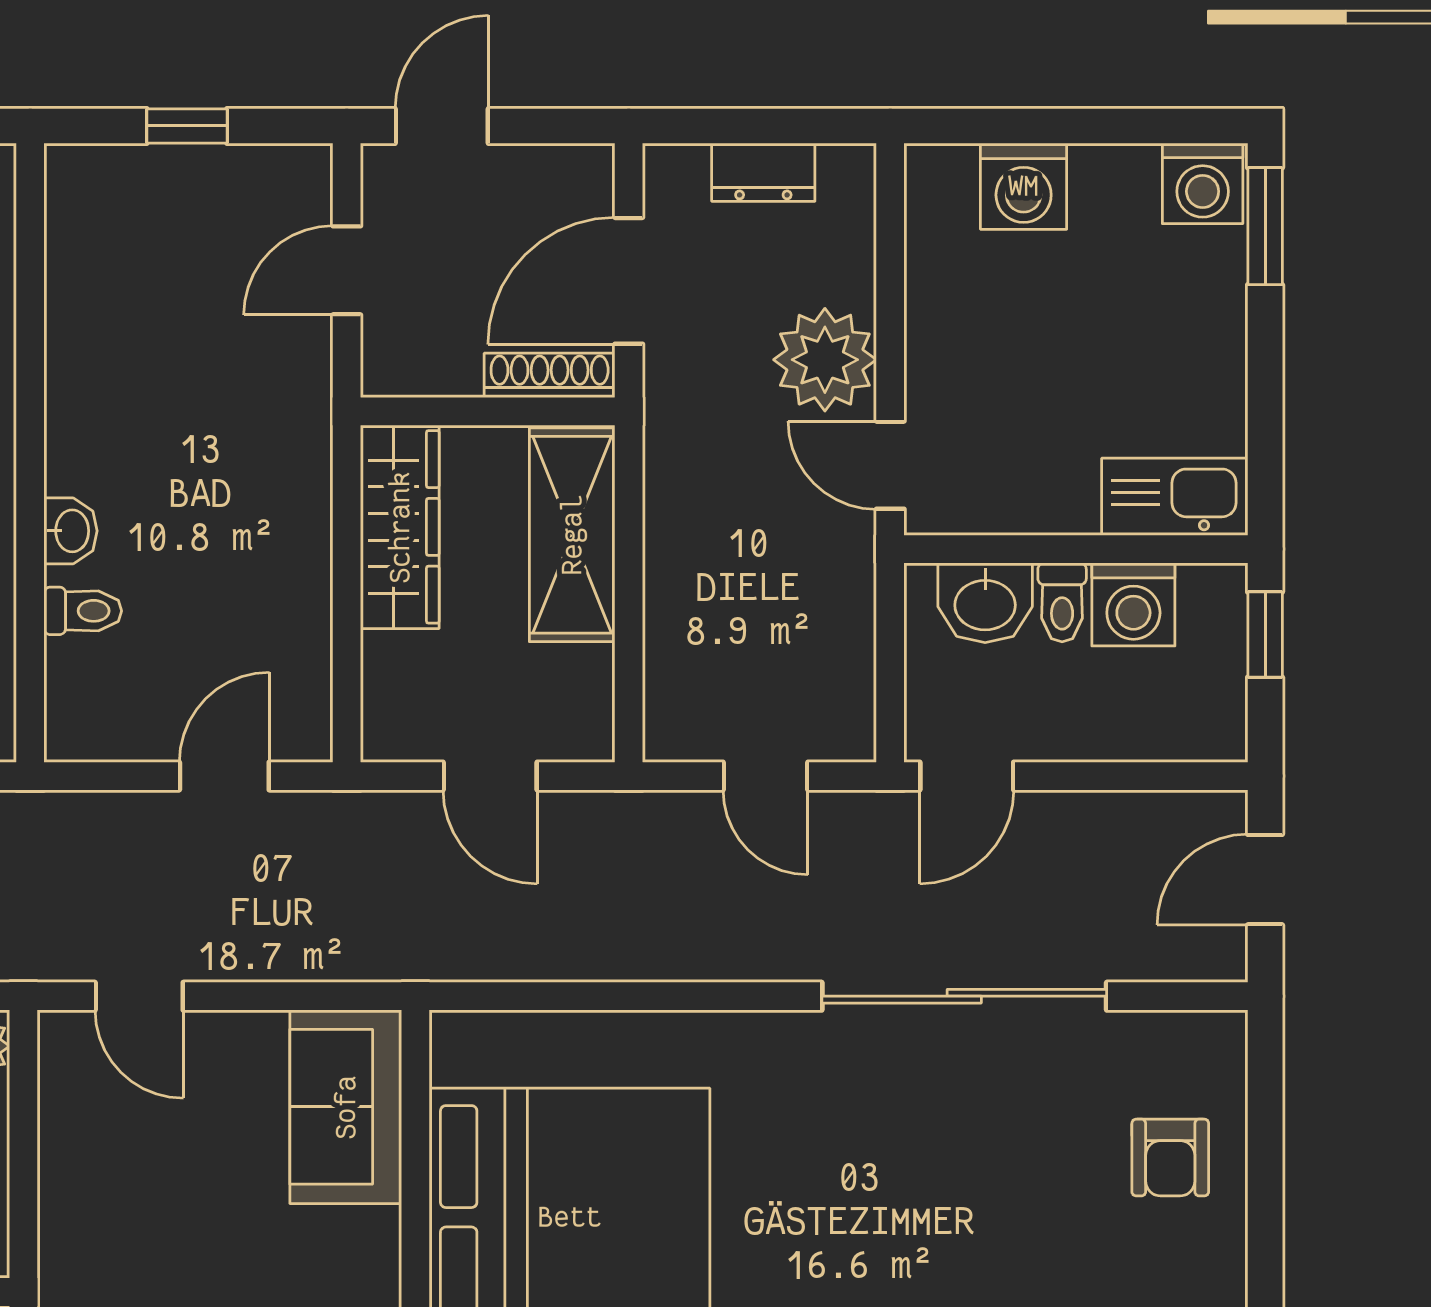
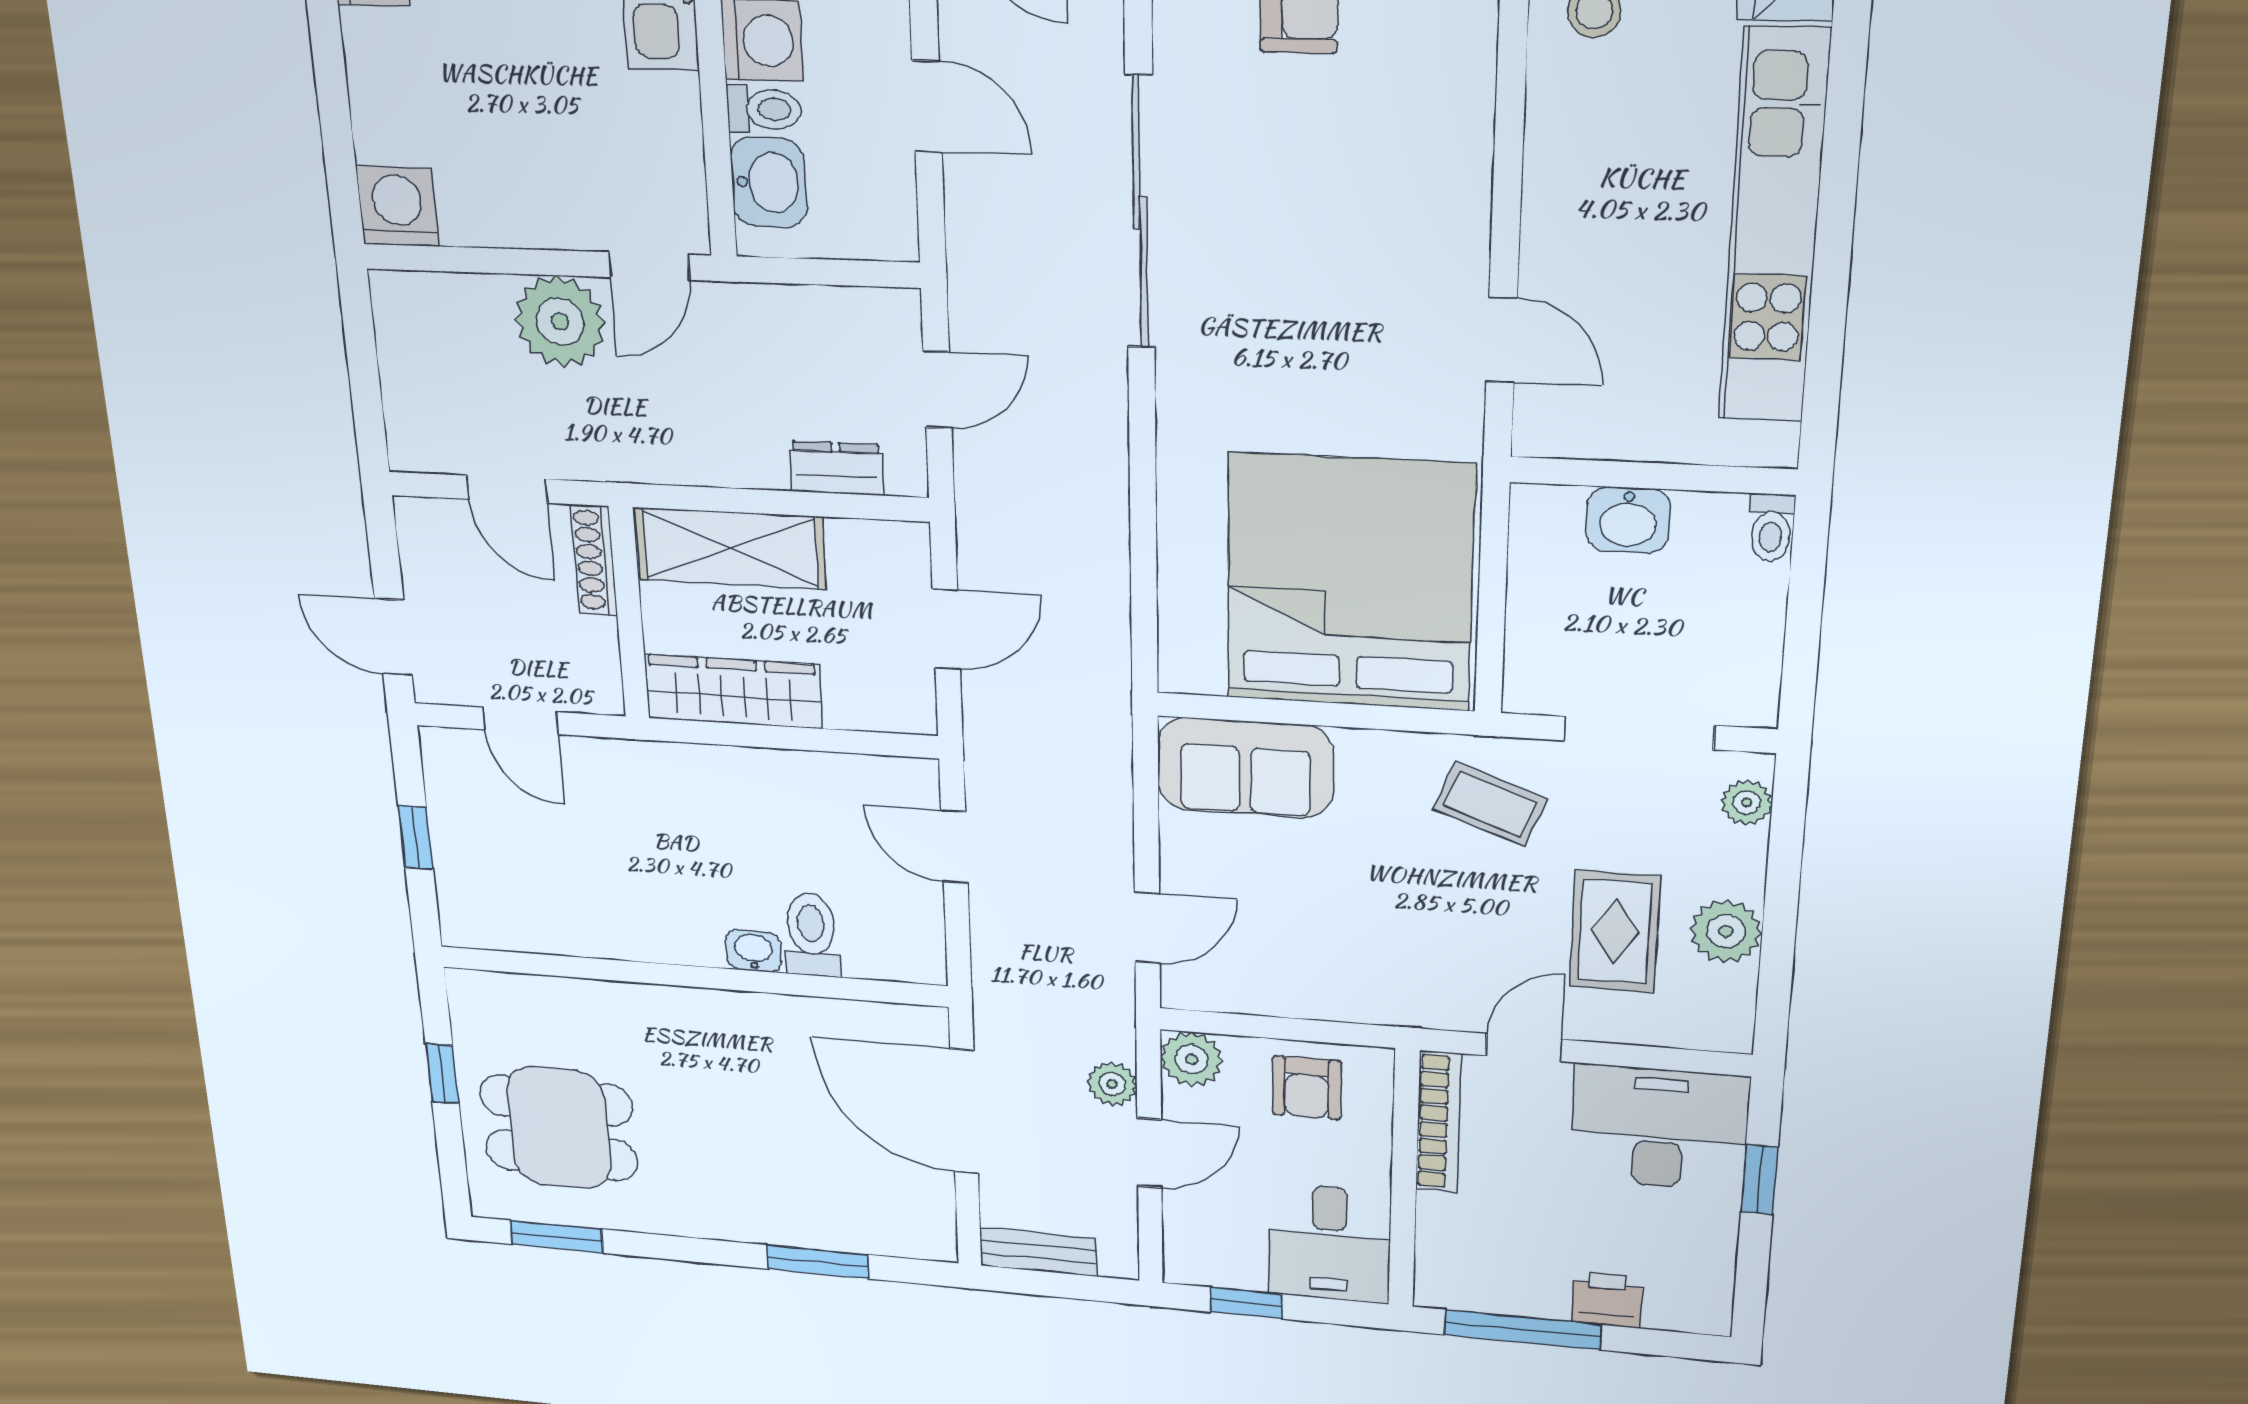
dresser: (763, 172) -> (837, 468), moved, turned -90
washing machine: (1024, 186) -> (397, 206), moved, turned -90
door: (629, 281) -> (507, 489), width x0.73
toilet: (83, 611) -> (811, 935), width x1.37, depth x1.39
door: (967, 776) -> (927, 106), moved

